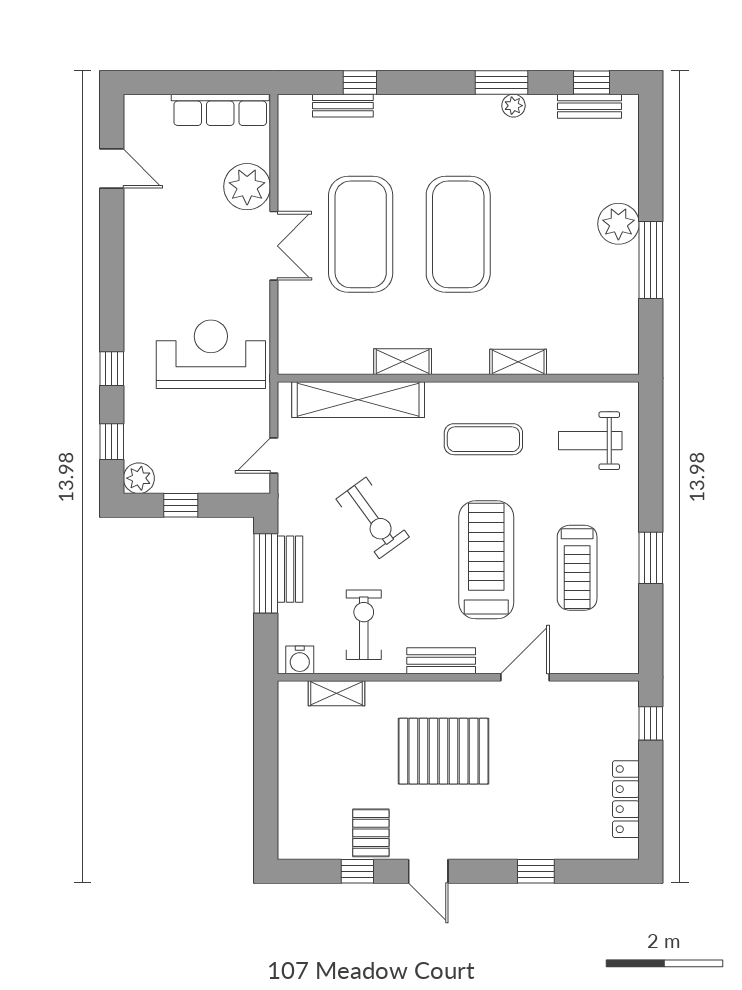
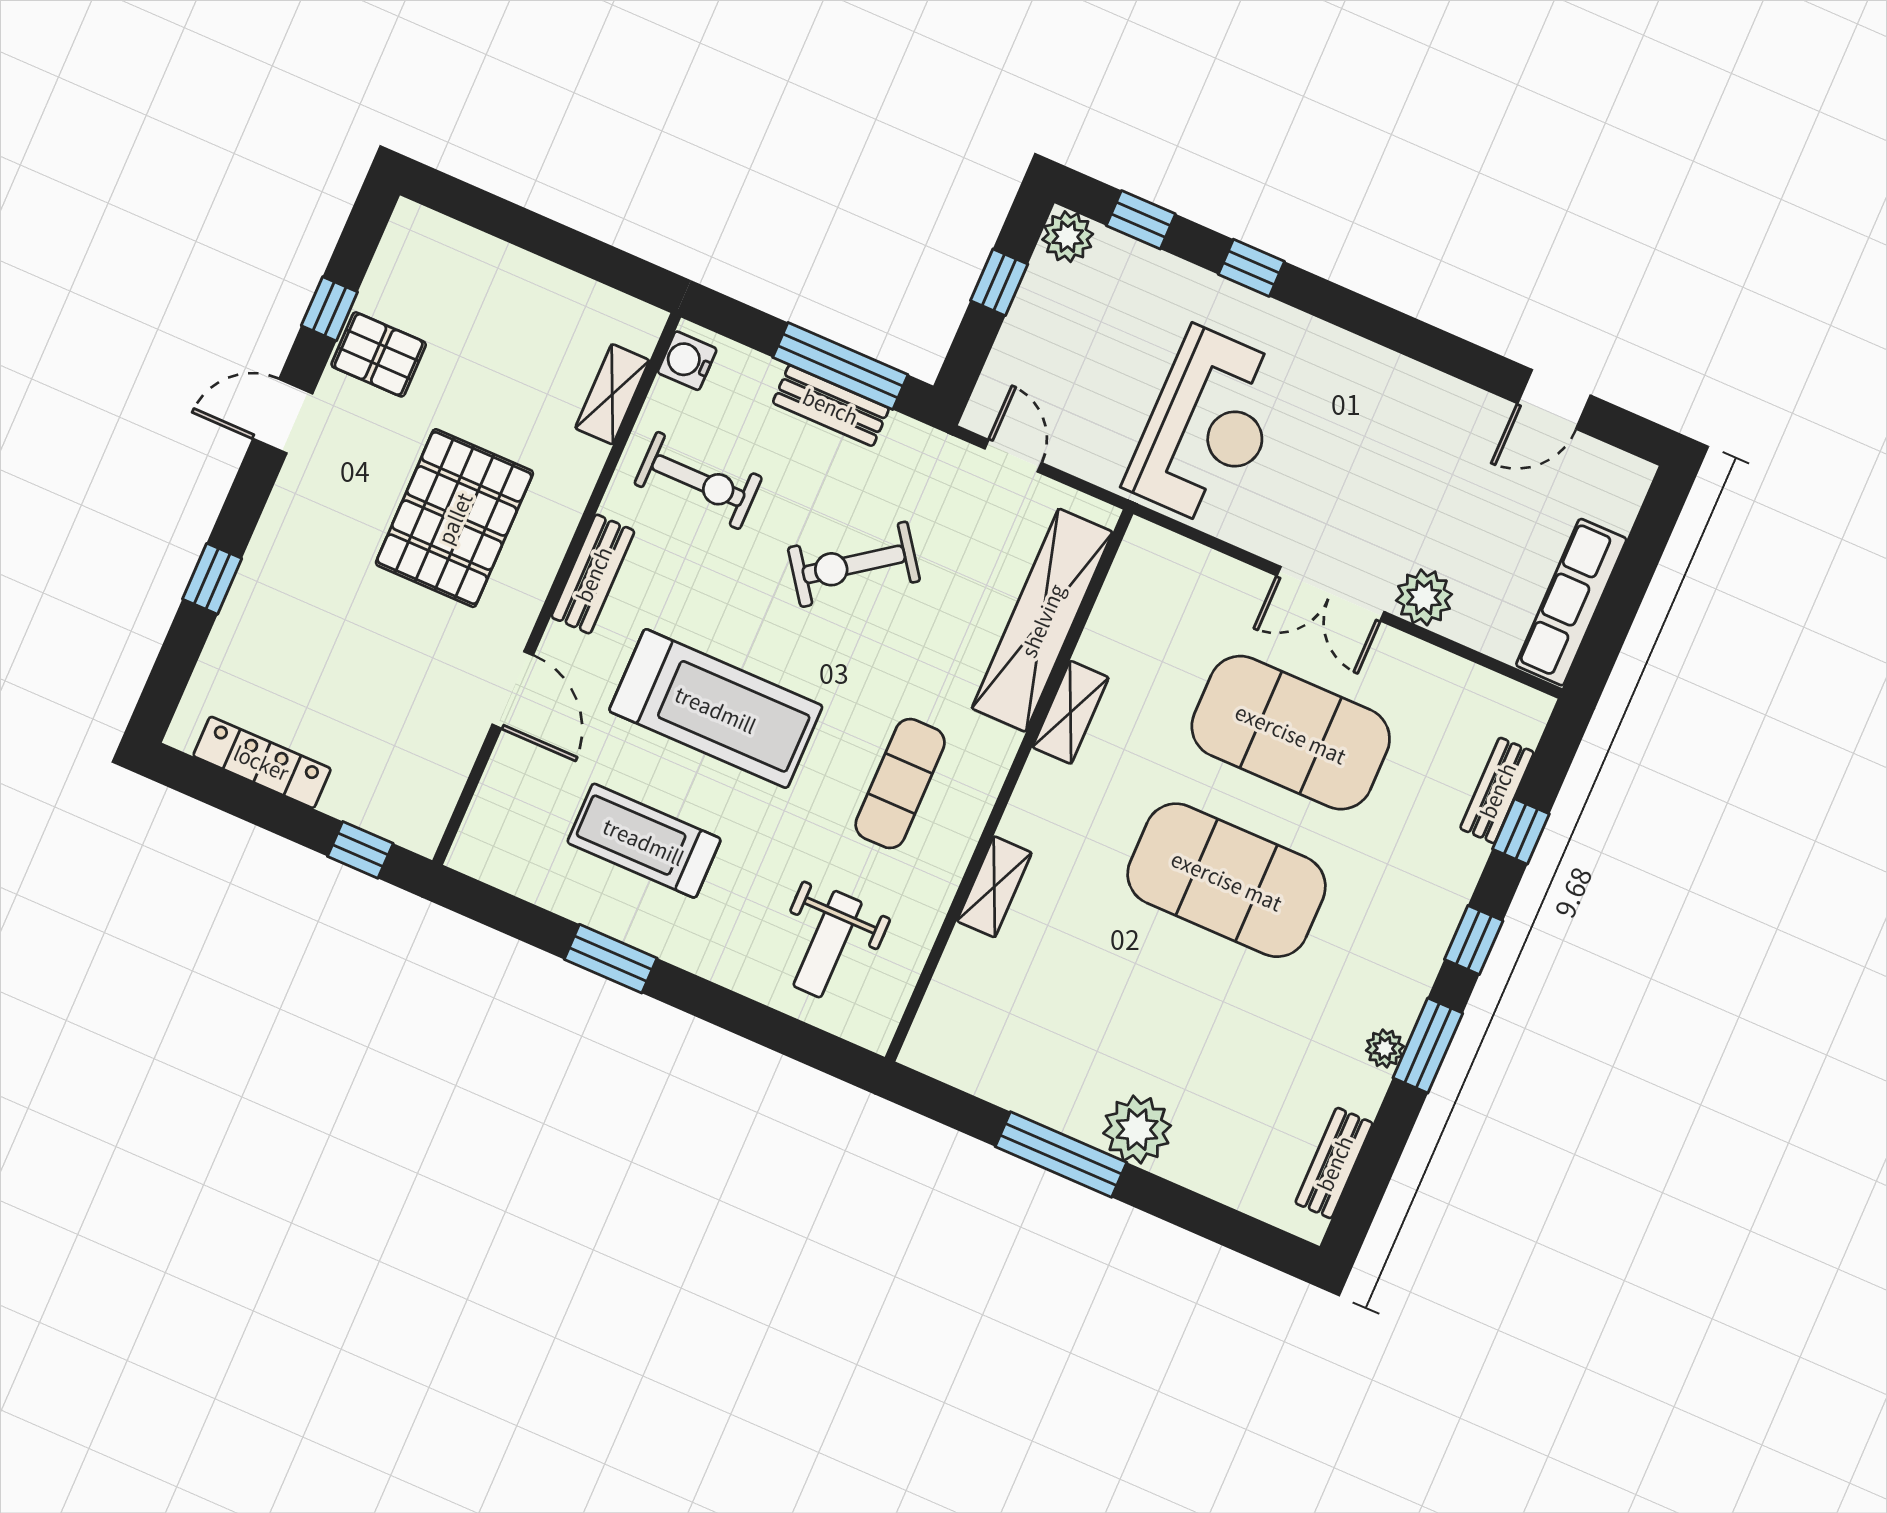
window: (591, 82) -> (1474, 940), moved
plant: (247, 187) -> (1424, 597), width x0.73, depth x0.73
weight bench: (590, 441) -> (828, 944), turned 180

